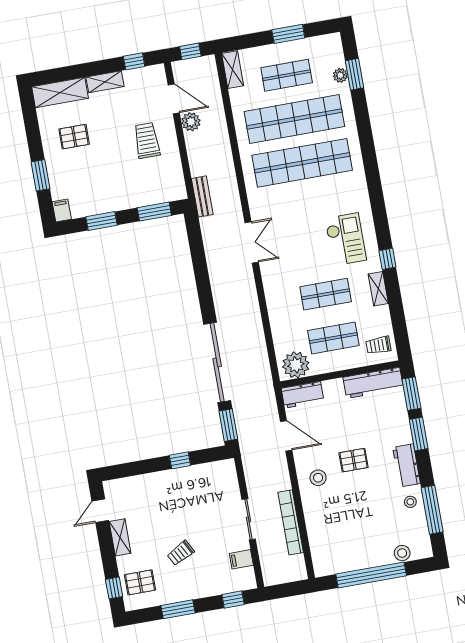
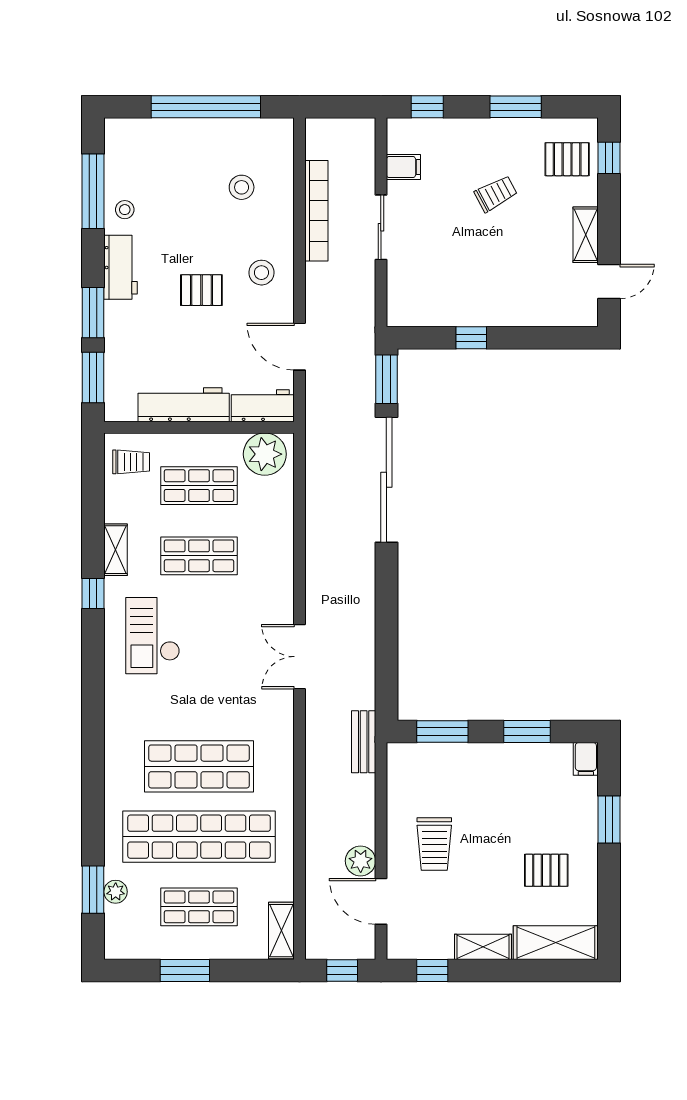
shop shelf: (302, 163) -> (199, 766), width x0.71
workbench: (373, 383) -> (184, 405), moved
stool: (402, 553) -> (242, 187), moved

